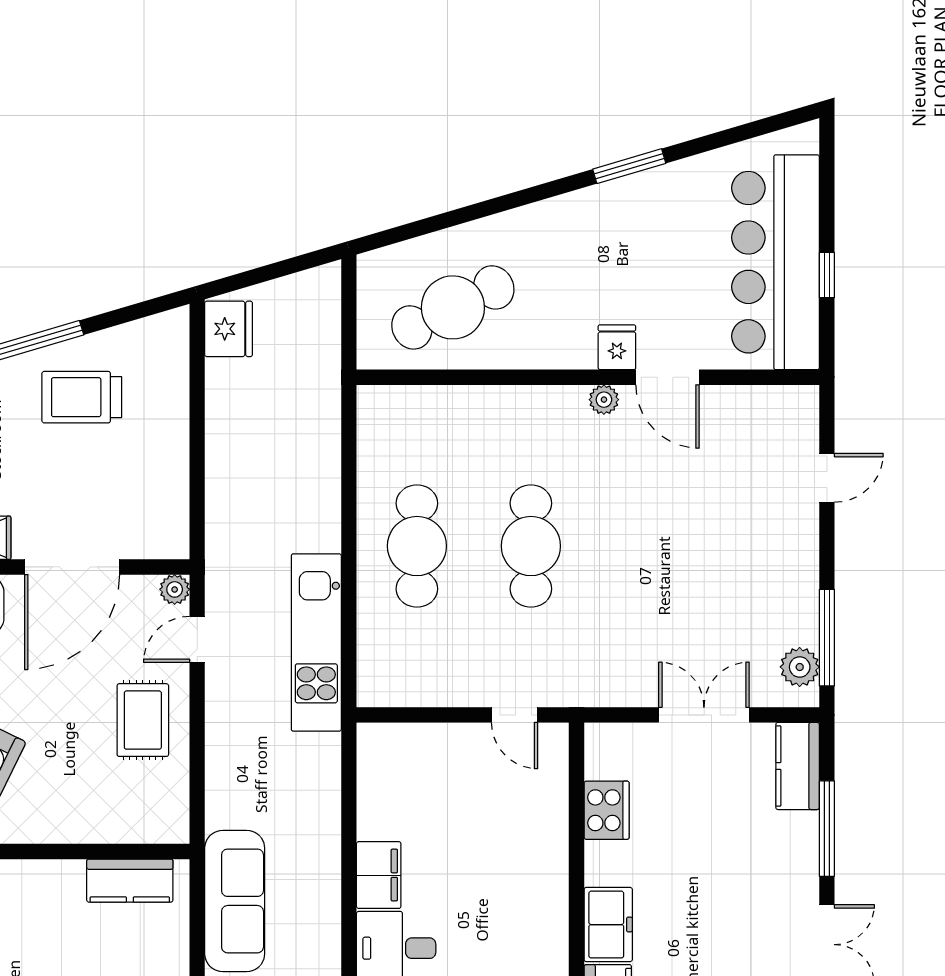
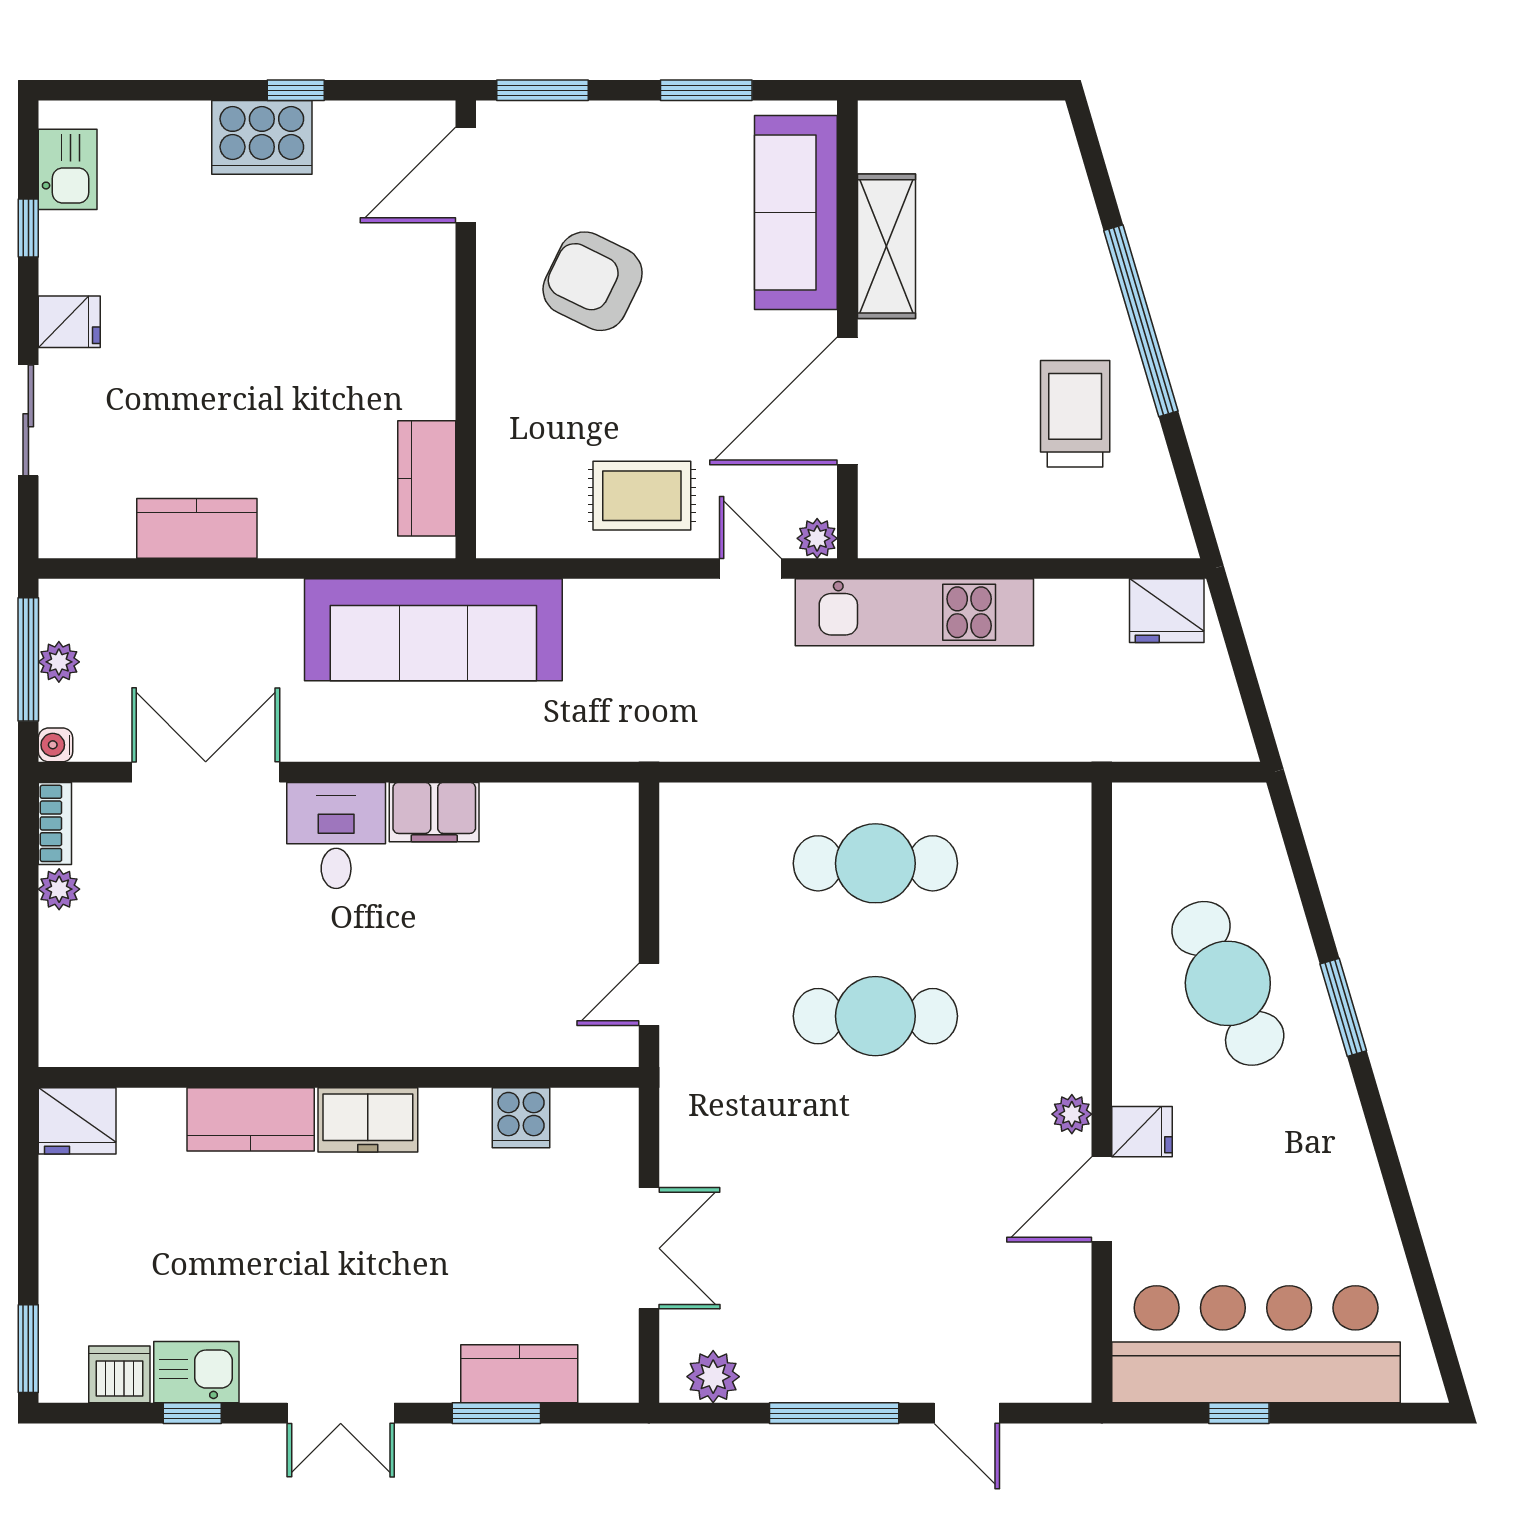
window: (629, 166) -> (1343, 1007), moved
cafe table: (453, 307) -> (1228, 983), moved
door: (72, 567) -> (847, 401), hinge flipped
window: (827, 638) -> (834, 1413), moved
kitchen unit: (316, 642) -> (914, 612), moved, turned 180
kitchen counter: (798, 766) -> (519, 1374), moved
cooker: (607, 810) -> (521, 1118), width x0.73
window: (827, 829) -> (496, 1413), width x0.69
sofa: (235, 901) -> (433, 630), width x1.36, depth x1.27

